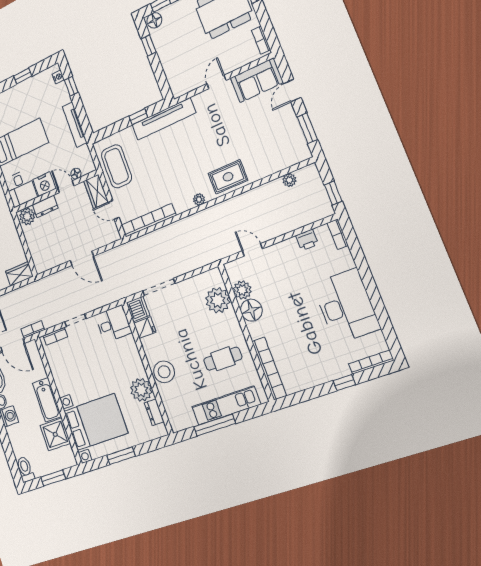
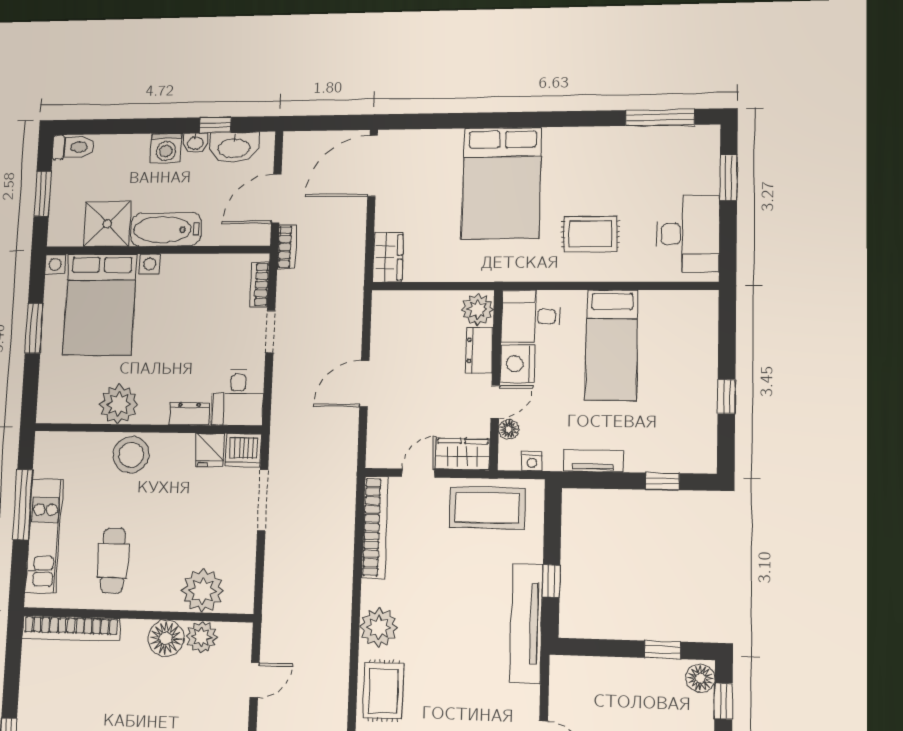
nightstand: (58, 77) -> (532, 461), moved
tv unit: (75, 125) -> (593, 461), width x0.71
plant: (199, 199) -> (379, 627), width x1.87, depth x1.87
dresser: (154, 412) -> (189, 414), moved

